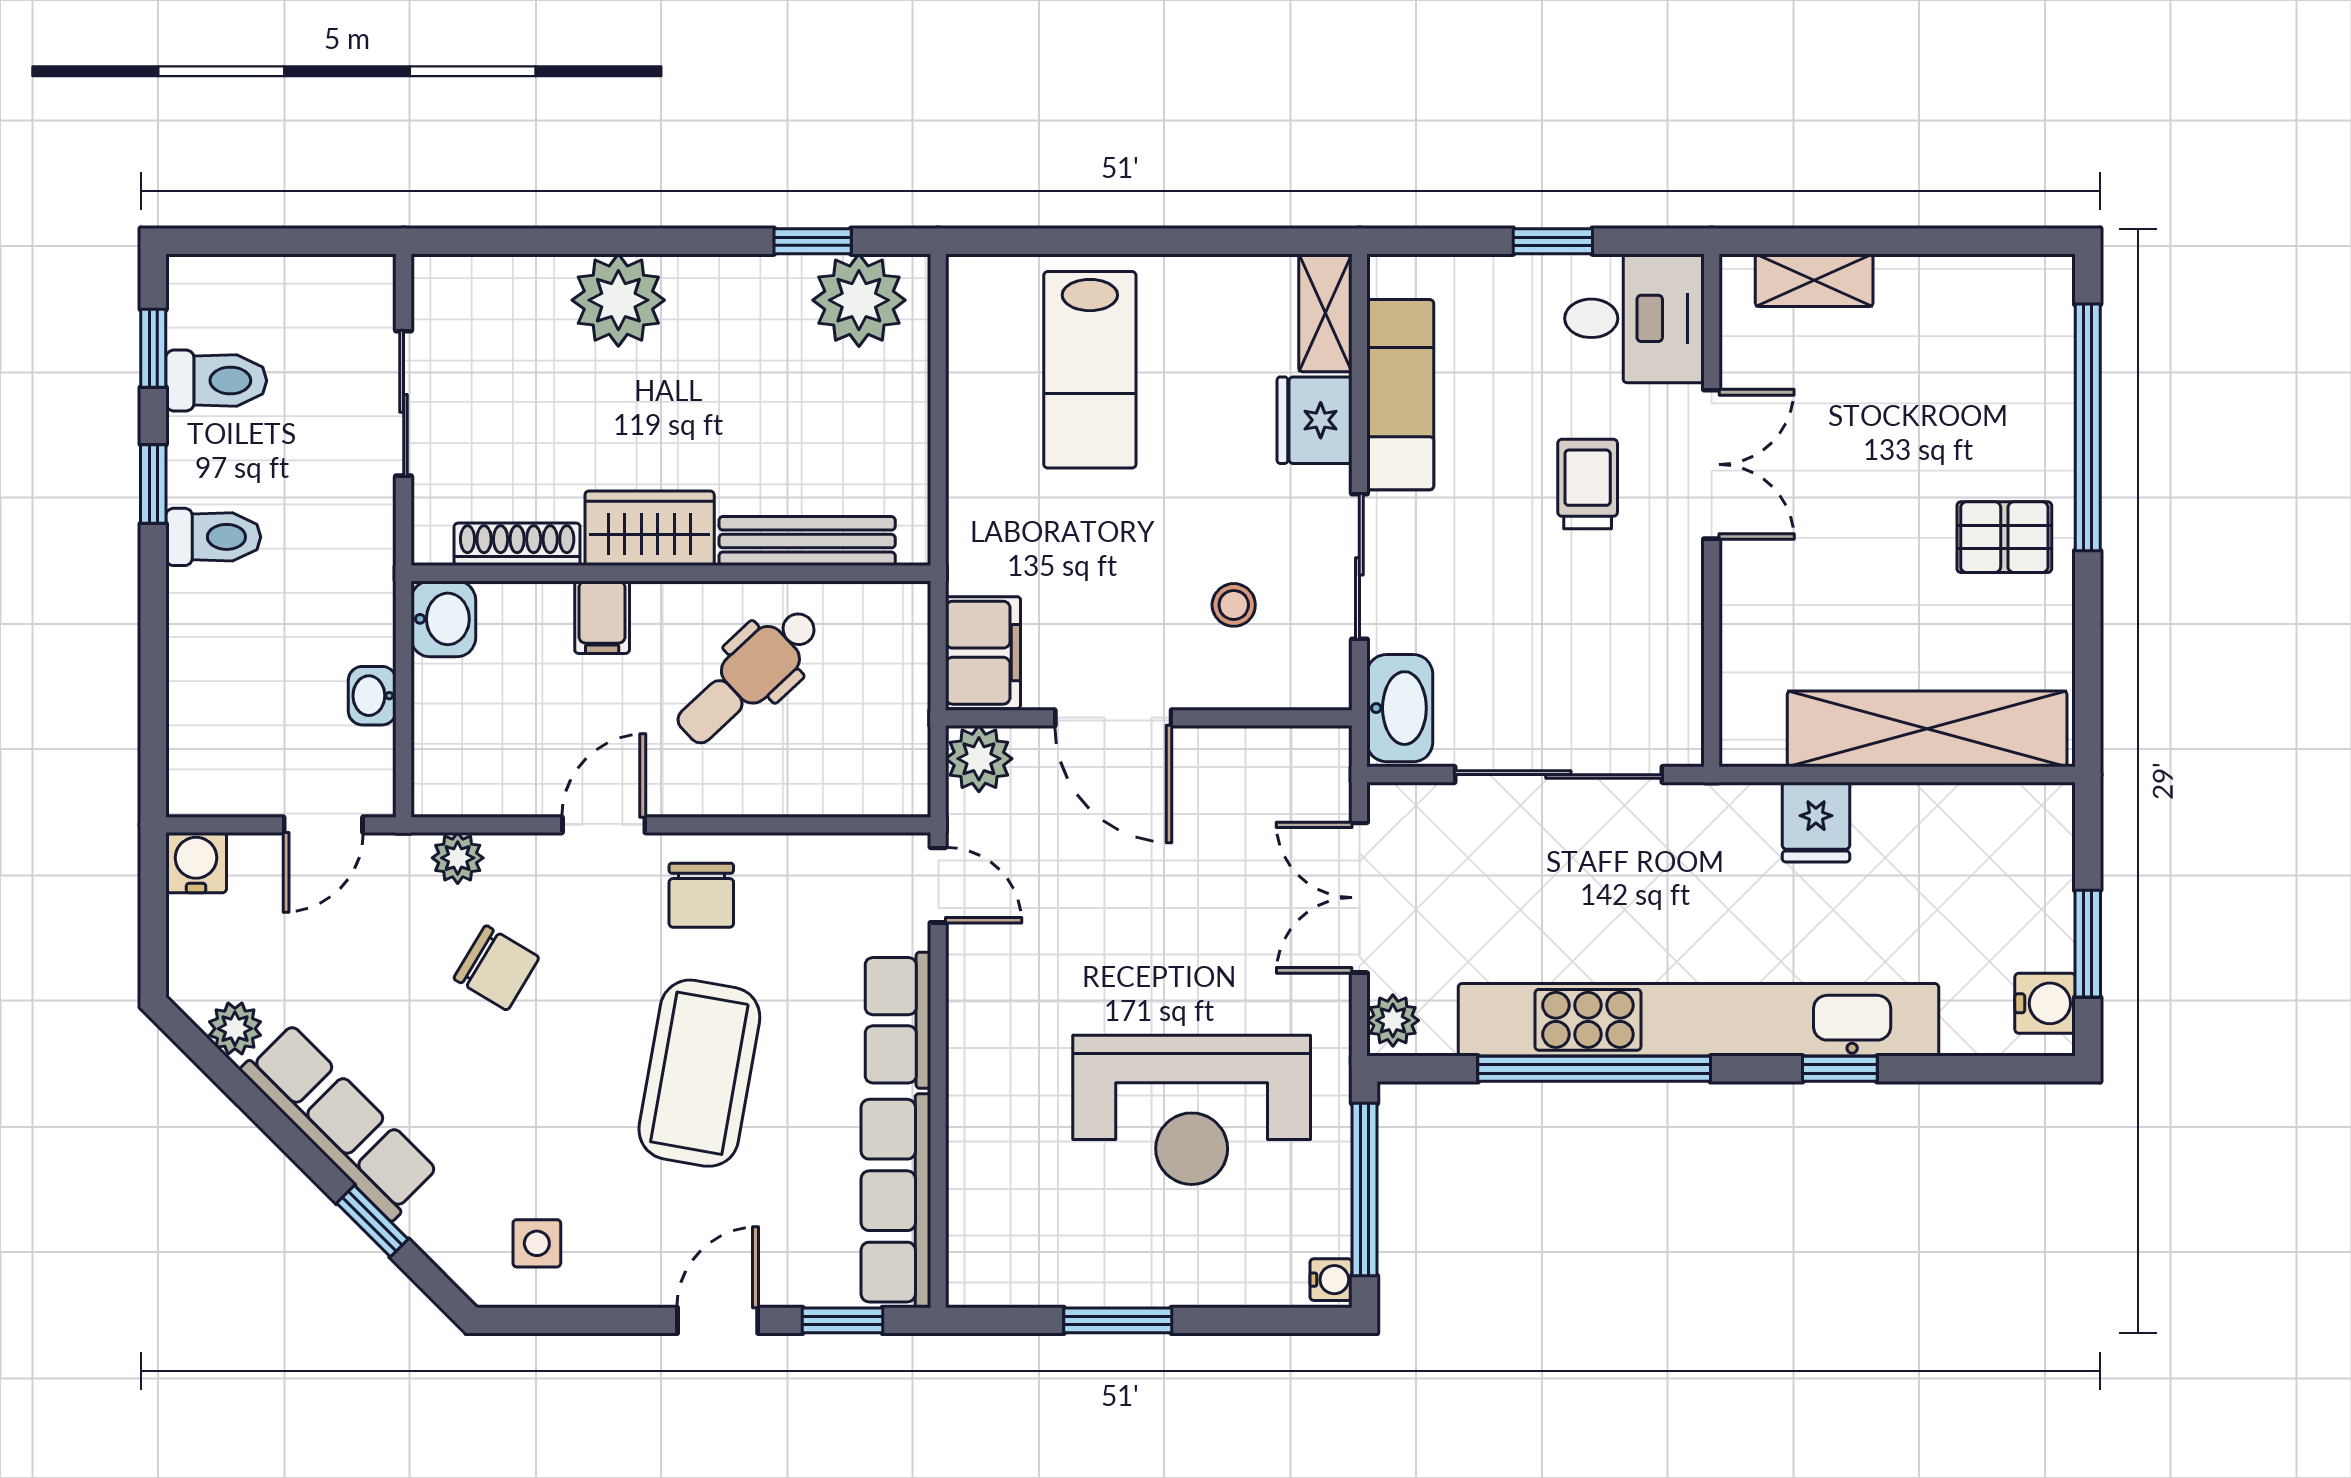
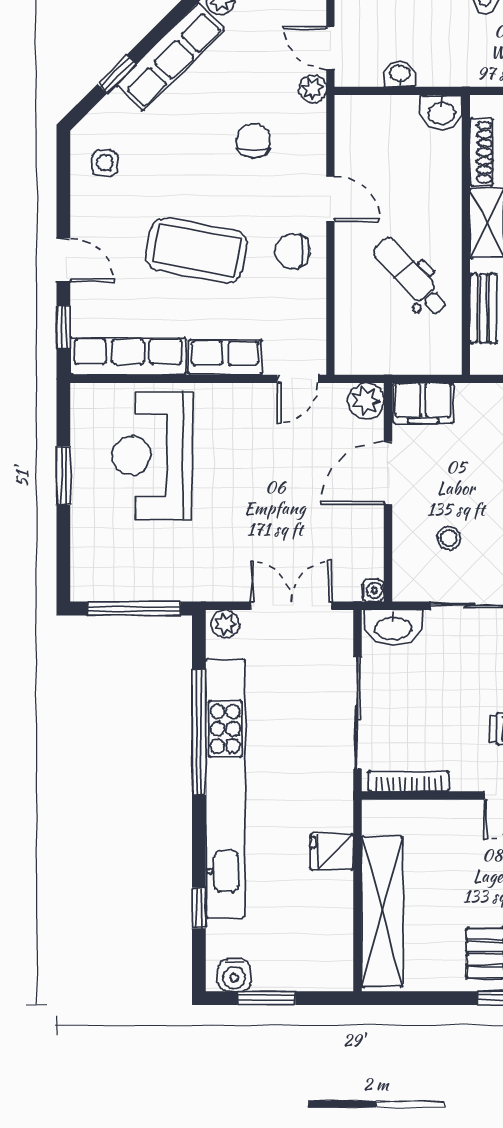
bench: (807, 541) -> (483, 308), width x0.73
filing cabinet: (602, 617) -> (442, 198), removed
bookcase: (1685, 680) -> (409, 781), added
plant: (458, 858) -> (313, 89), moved
chair: (496, 968) -> (253, 141), turned 149
window: (1840, 1069) -> (199, 908), moved
reception desk: (1192, 1110) -> (152, 455), moved
water cooler: (1331, 1280) -> (373, 590), moved, turned -90

